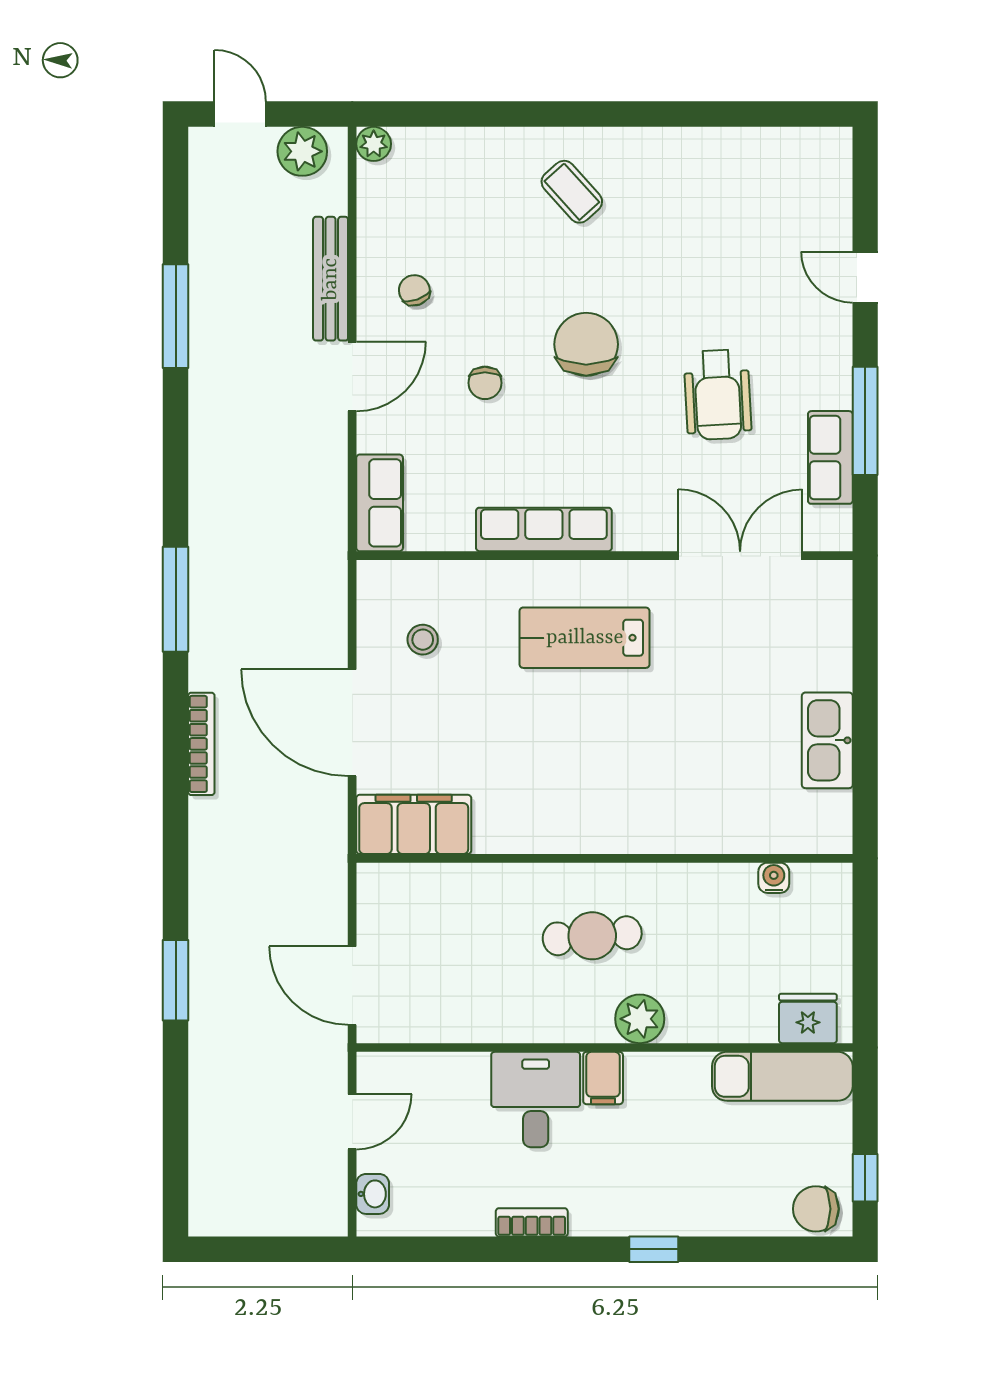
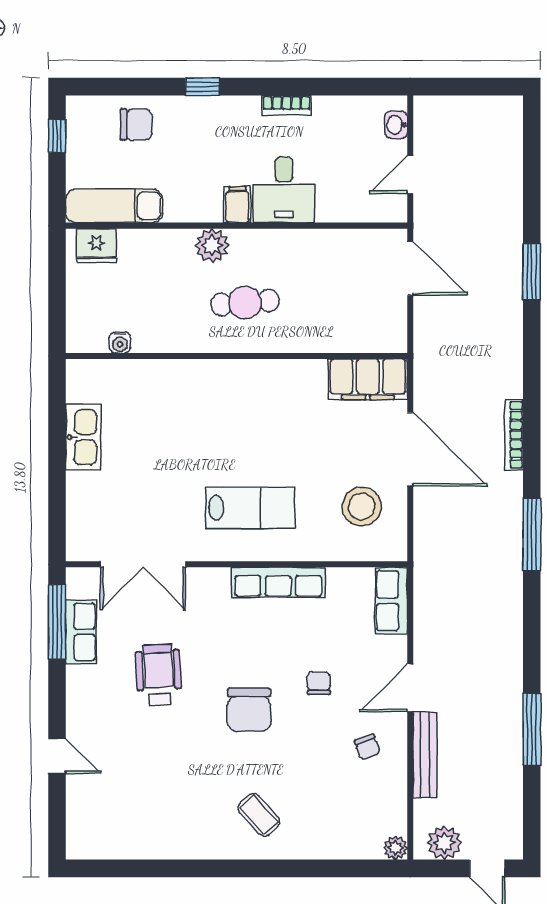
window: (865, 421) -> (57, 622), moved
stool: (423, 640) -> (362, 506), width x1.89, depth x1.89
chair: (816, 1209) -> (136, 125), moved

